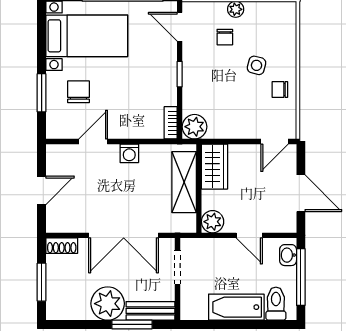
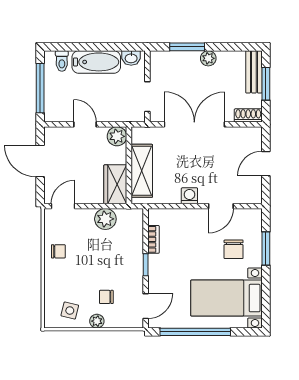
door: (180, 27) -> (146, 306), hinge flipped
chair: (225, 37) -> (106, 297), turned -90
side table: (256, 65) -> (70, 311), moved
bookcase: (171, 123) -> (153, 239), moved
plant: (194, 127) -> (105, 219), moved
washbasin: (288, 255) -> (131, 58), moved, turned 90
plant: (108, 304) -> (208, 58), width x0.53, depth x0.53
toilet: (276, 304) -> (62, 61), width x0.73, depth x0.72
bench: (151, 311) -> (254, 72), moved, turned 90

